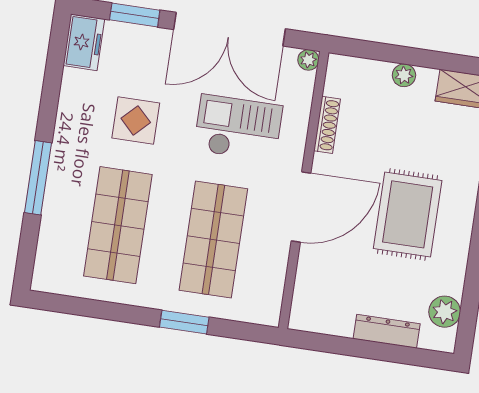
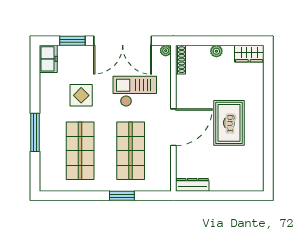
shoe rack: (327, 125) -> (180, 60), moved
plant: (445, 312) -> (256, 170), removed
dresser: (387, 331) -> (192, 185), moved

